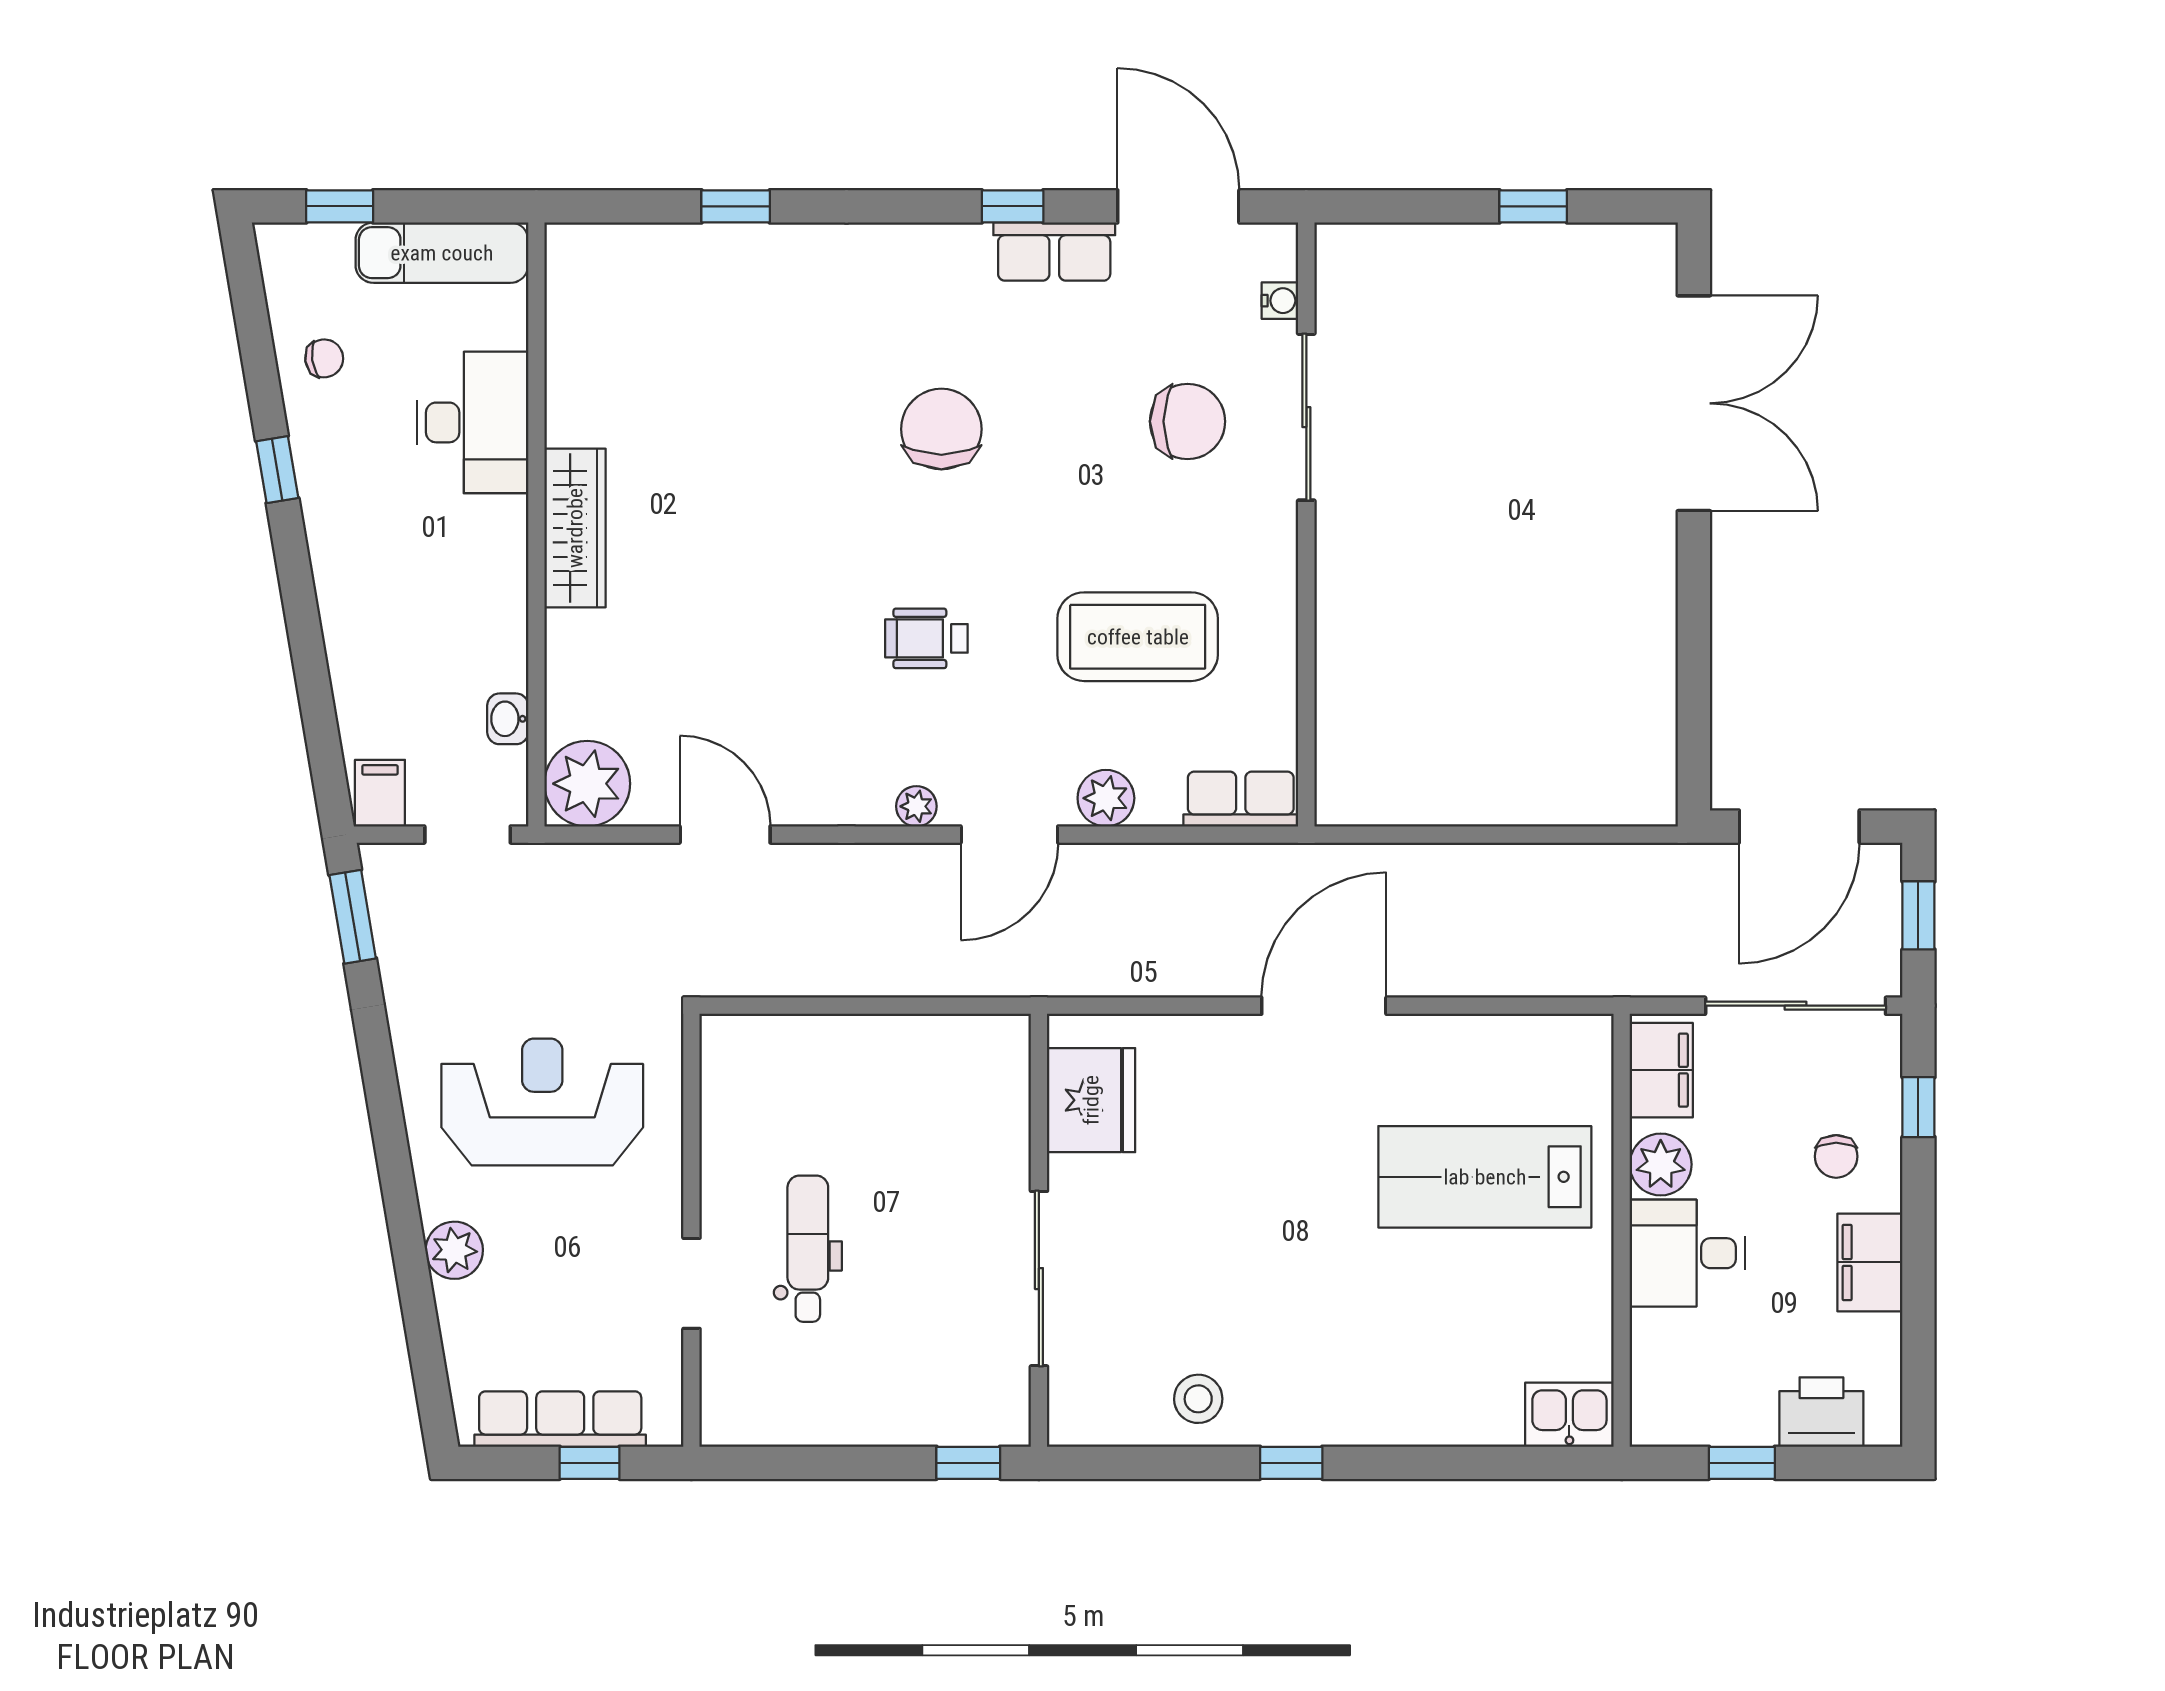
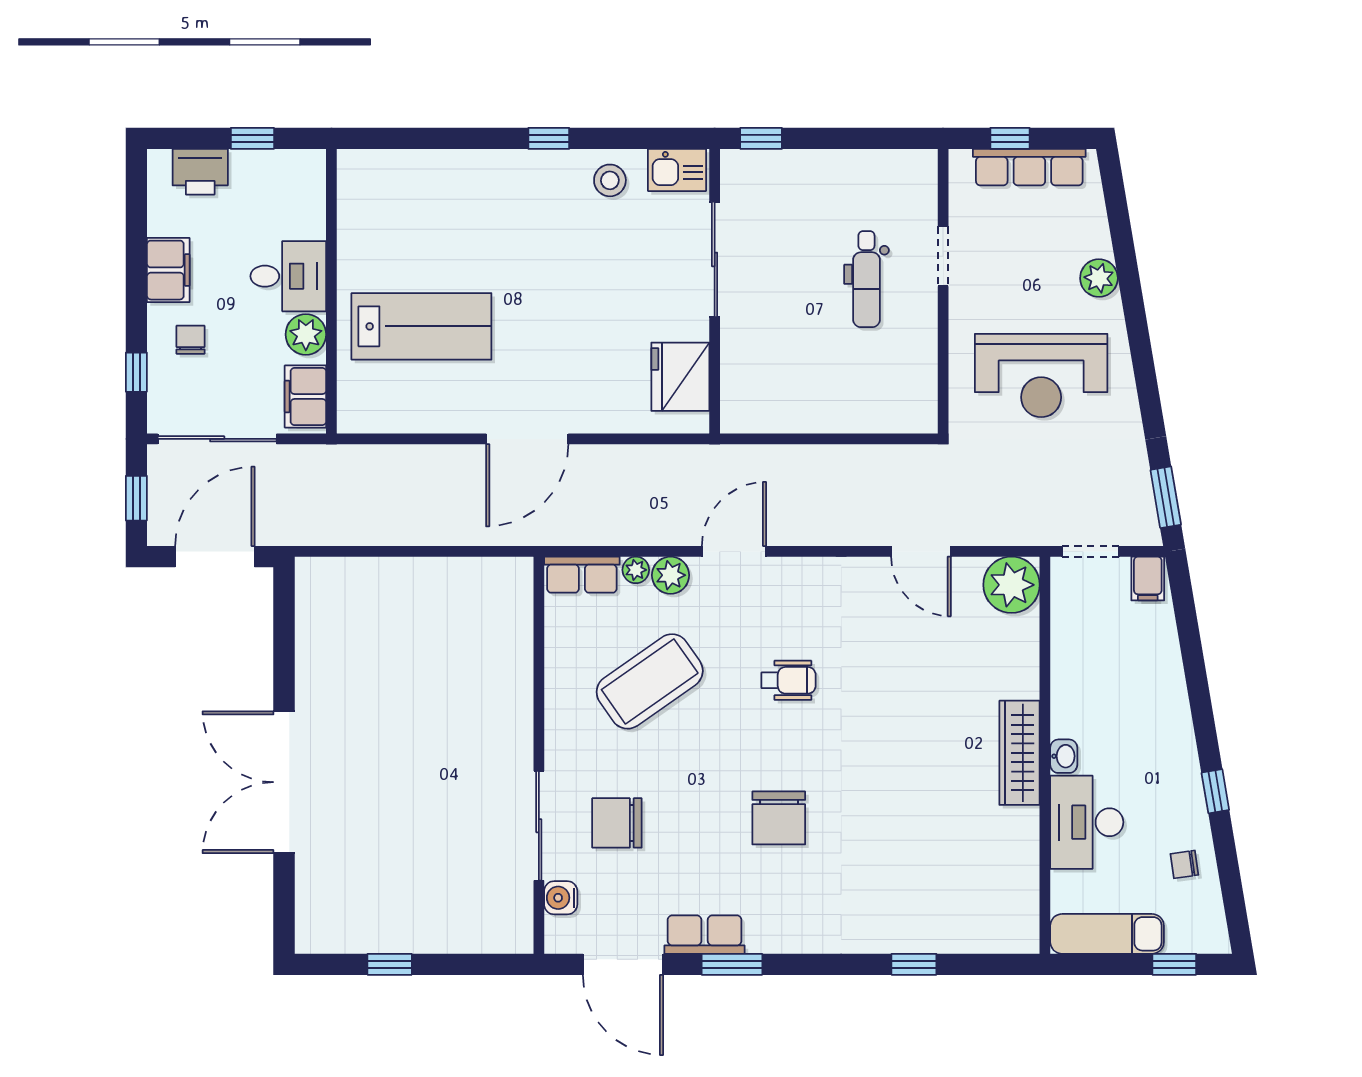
window: (1013, 206) -> (732, 964), width x1.50
water cooler: (1280, 301) -> (561, 898), width x1.38, depth x1.38
double door: (1694, 403) -> (284, 782), moved
coffee table: (1138, 637) -> (650, 681), turned -35
washbasin: (508, 719) -> (1064, 756), moved
plant: (916, 806) -> (636, 570), moved
kitchen sink: (1569, 1415) -> (677, 170), moved

